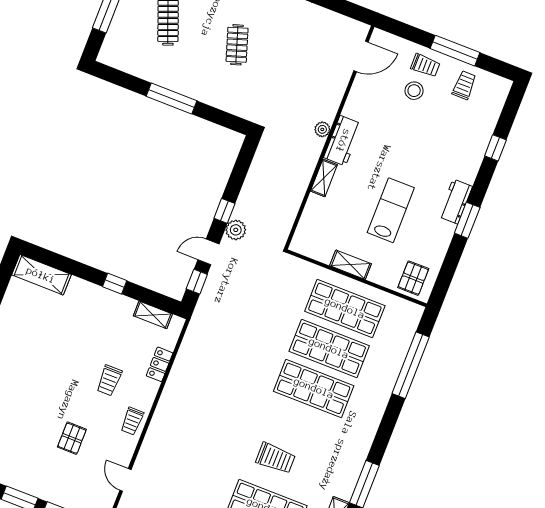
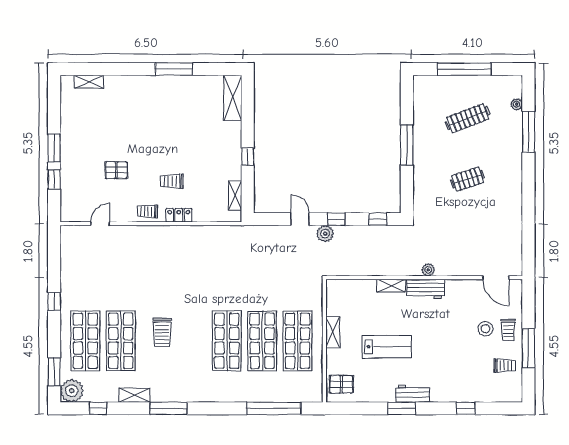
window: (197, 282) -> (378, 219), moved
locker: (160, 364) -> (179, 215), moved

